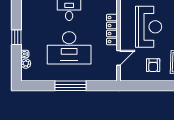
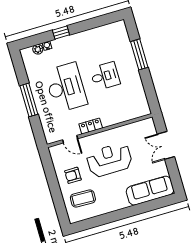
reception desk: (149, 27) -> (109, 160), turned 180
locker: (112, 30) -> (91, 126), width x0.66
desk: (69, 48) -> (66, 88), turned 180

